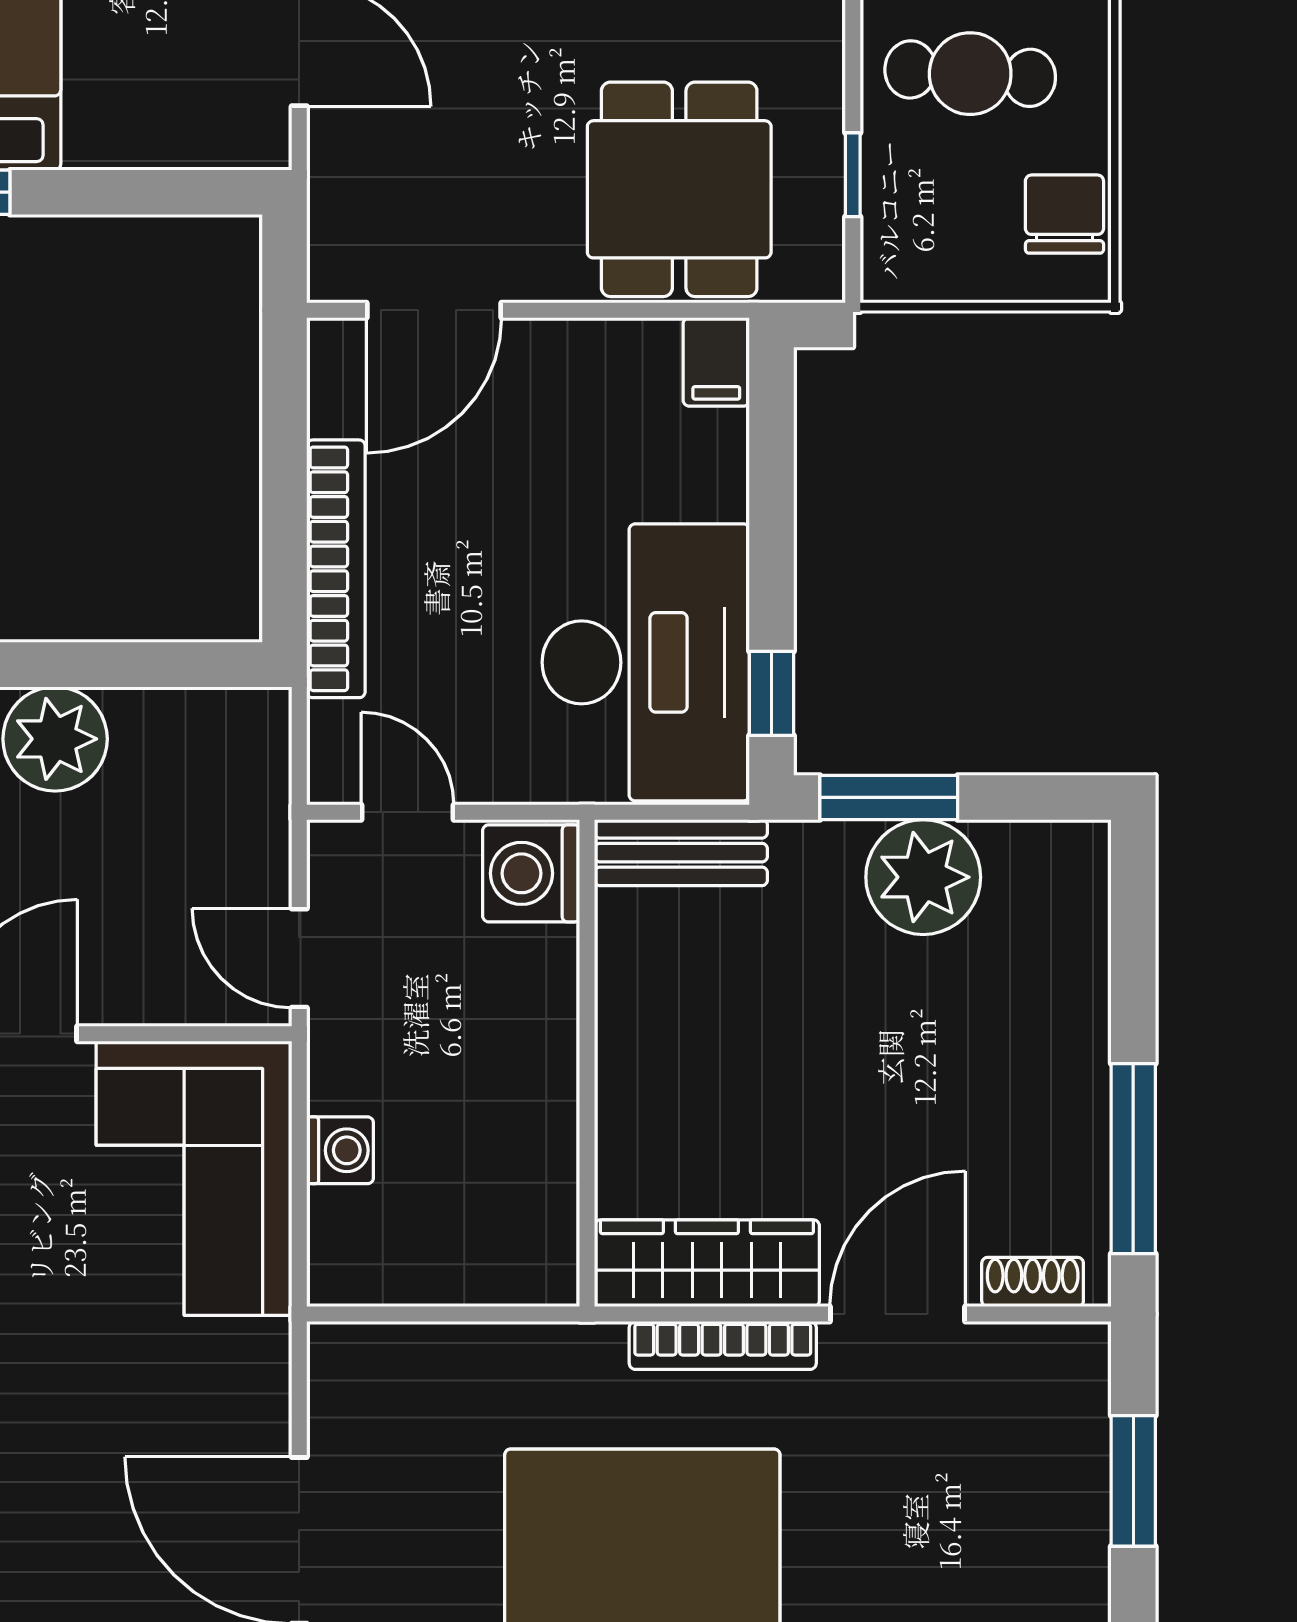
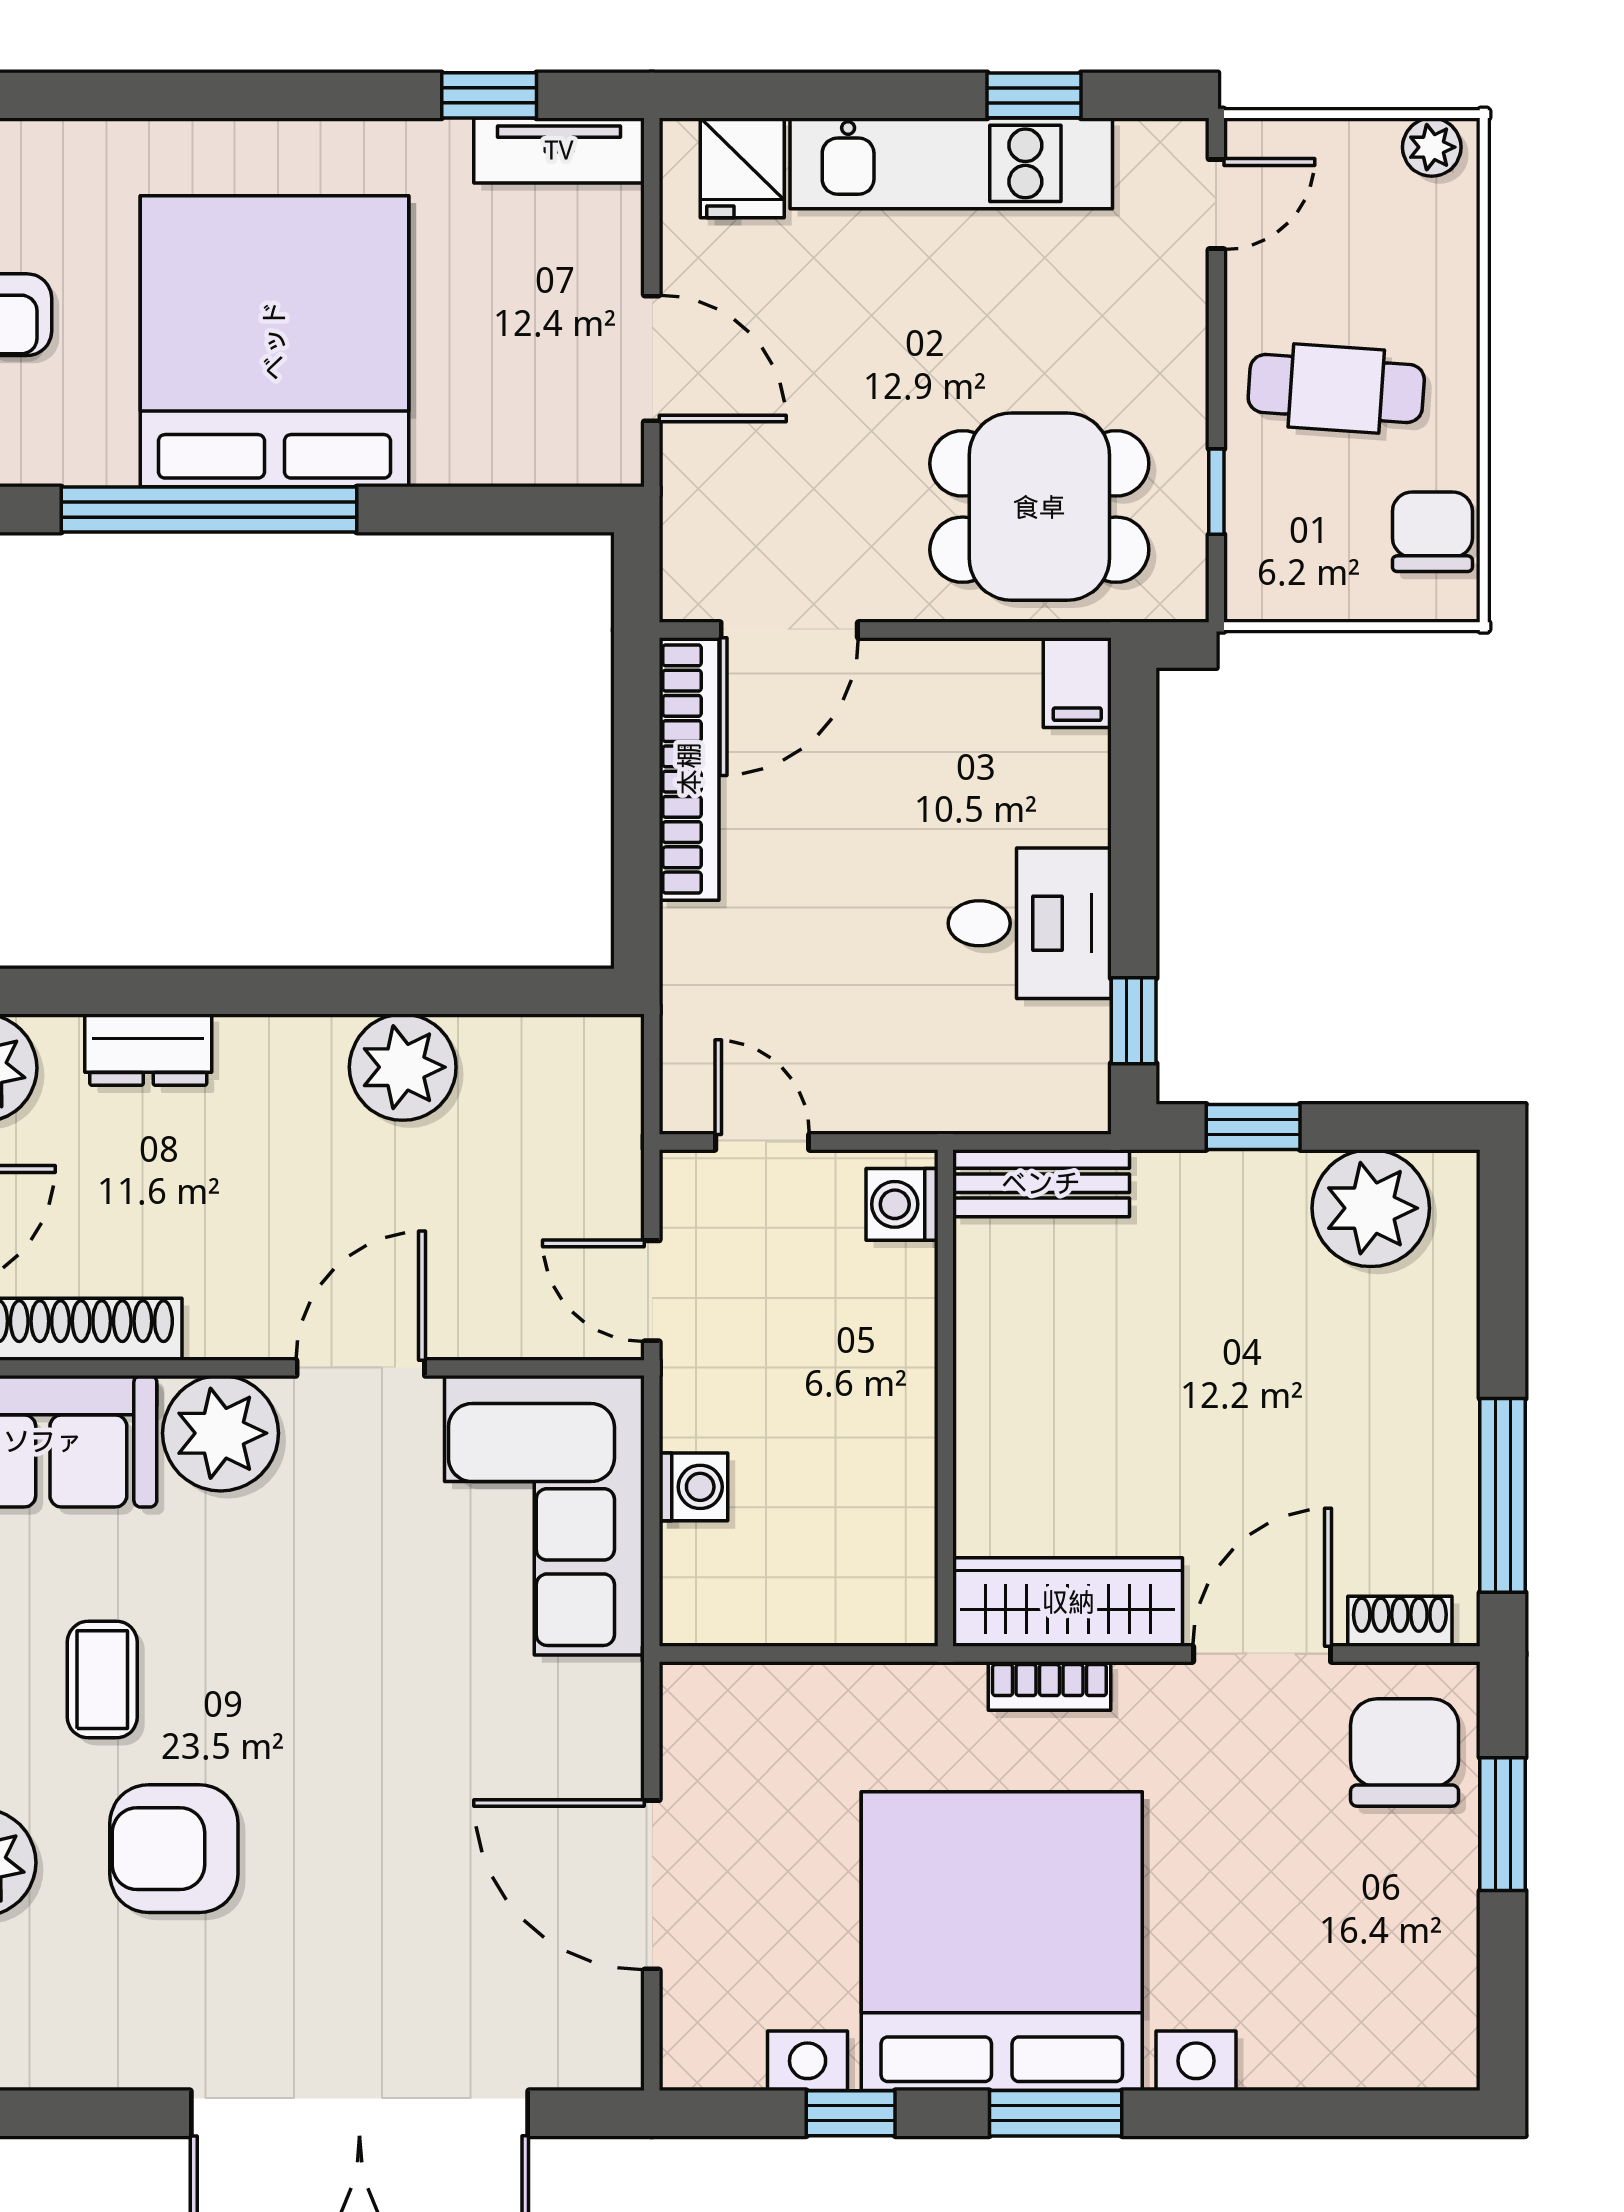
dining table: (679, 189) -> (1039, 507), turned 90
bookcase: (336, 569) -> (689, 769), moved
desk: (646, 662) -> (1030, 923), width x0.53, depth x0.77
window: (889, 797) -> (1253, 1127), width x0.67
washing machine: (531, 873) -> (902, 1204), width x0.73, depth x0.73
plant: (923, 877) -> (1371, 1208), moved
bookcase: (723, 1345) -> (1049, 1686), width x0.64
chair: (1037, 1411) -> (1405, 1753), added

